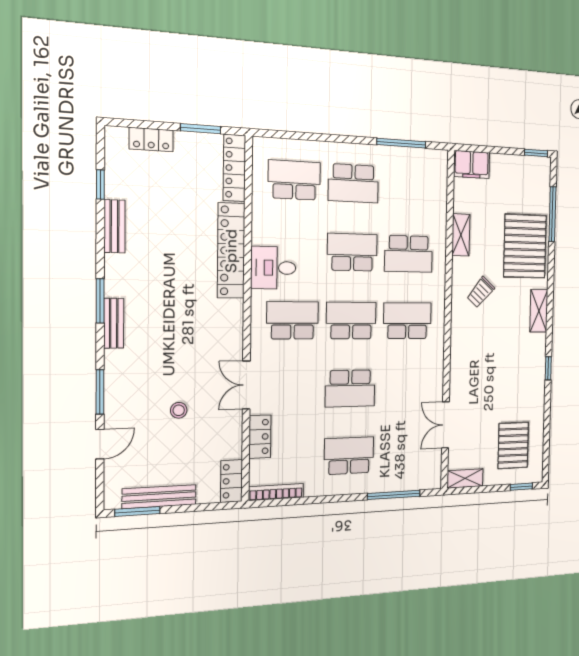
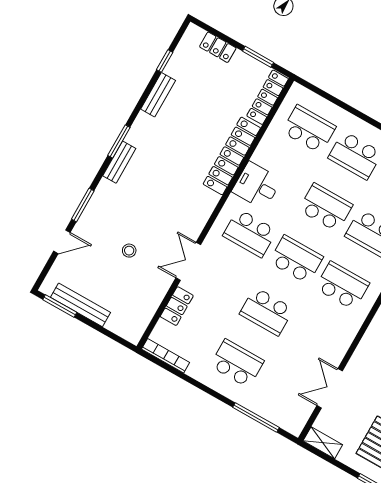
school desk: (293, 320) -> (250, 233), turned 180
locker: (231, 481) -> (138, 326), removed

